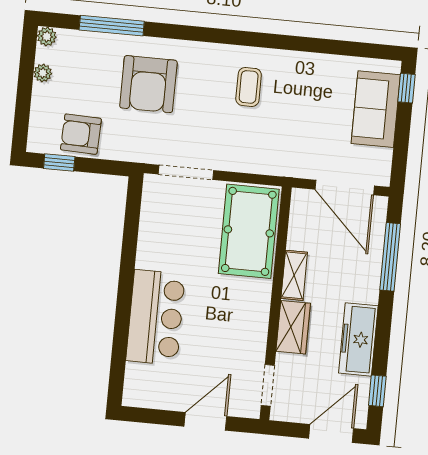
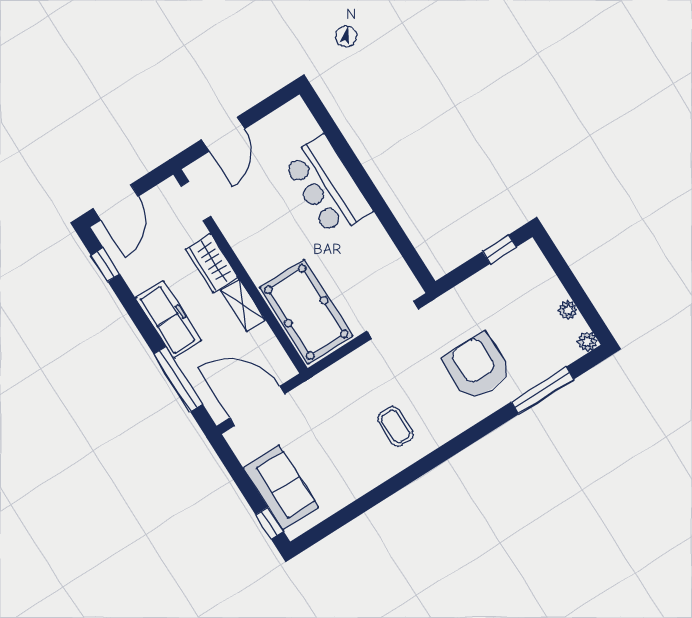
armchair: (81, 134) -> (500, 285), removed
freezer: (358, 339) -> (169, 319), moved

